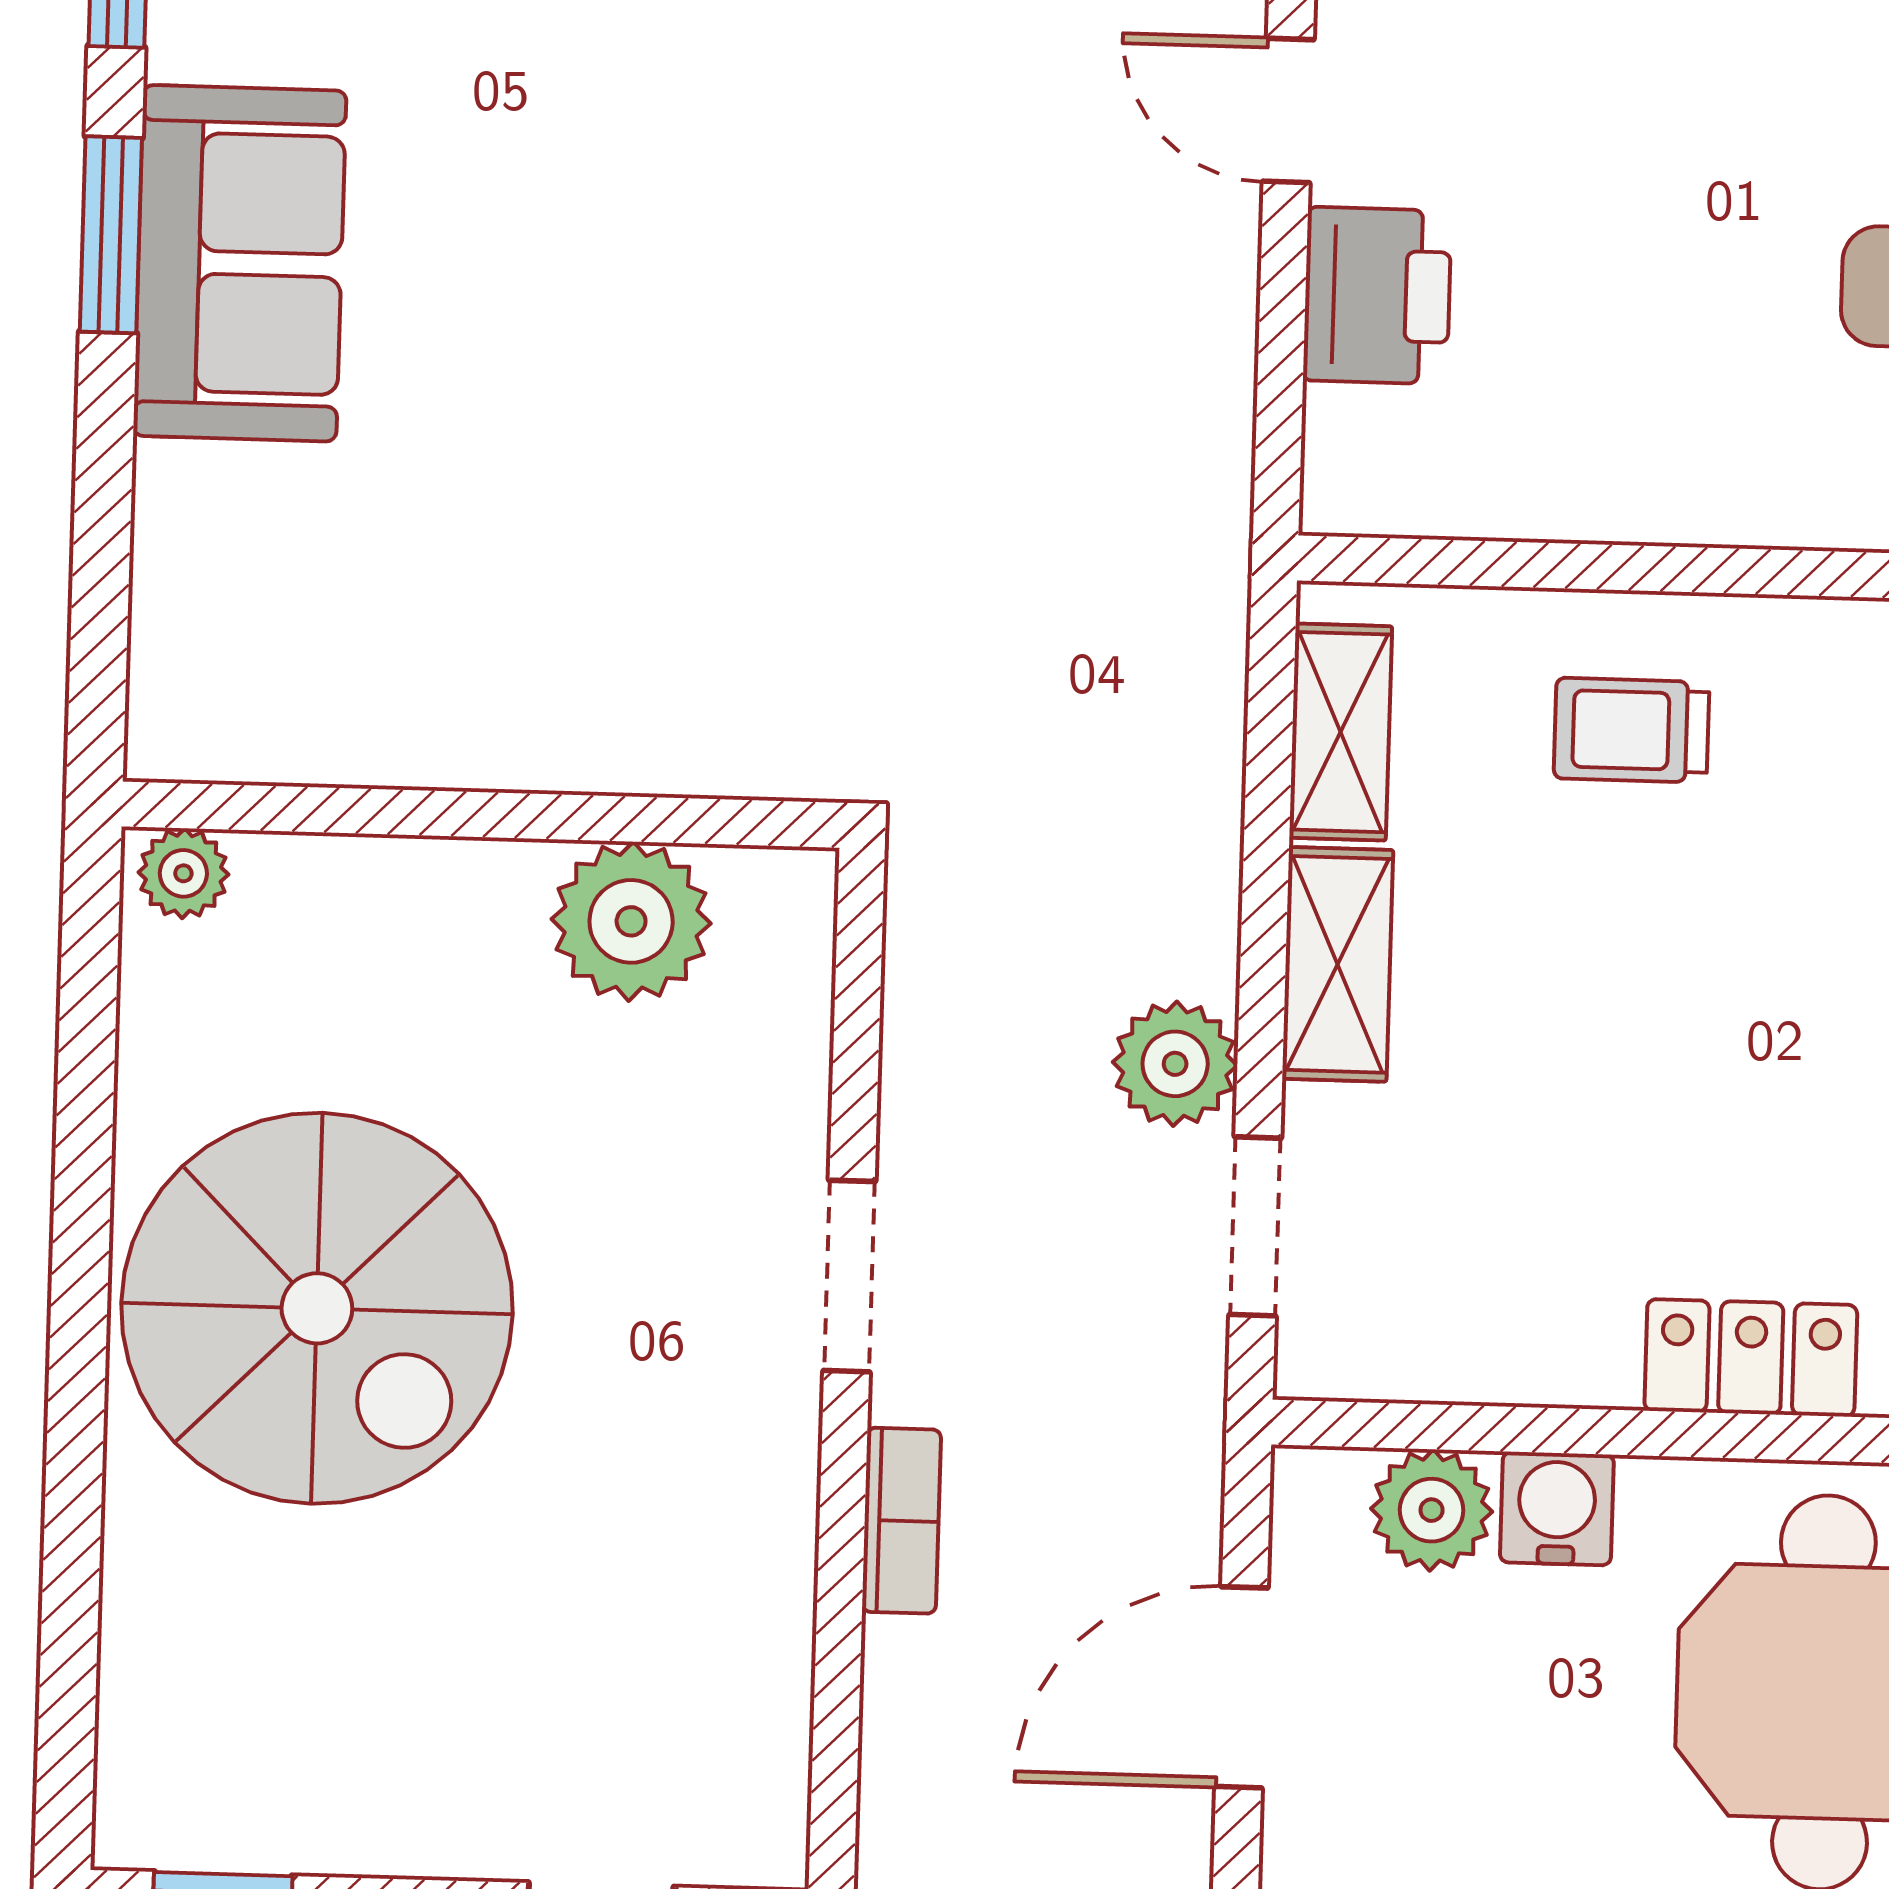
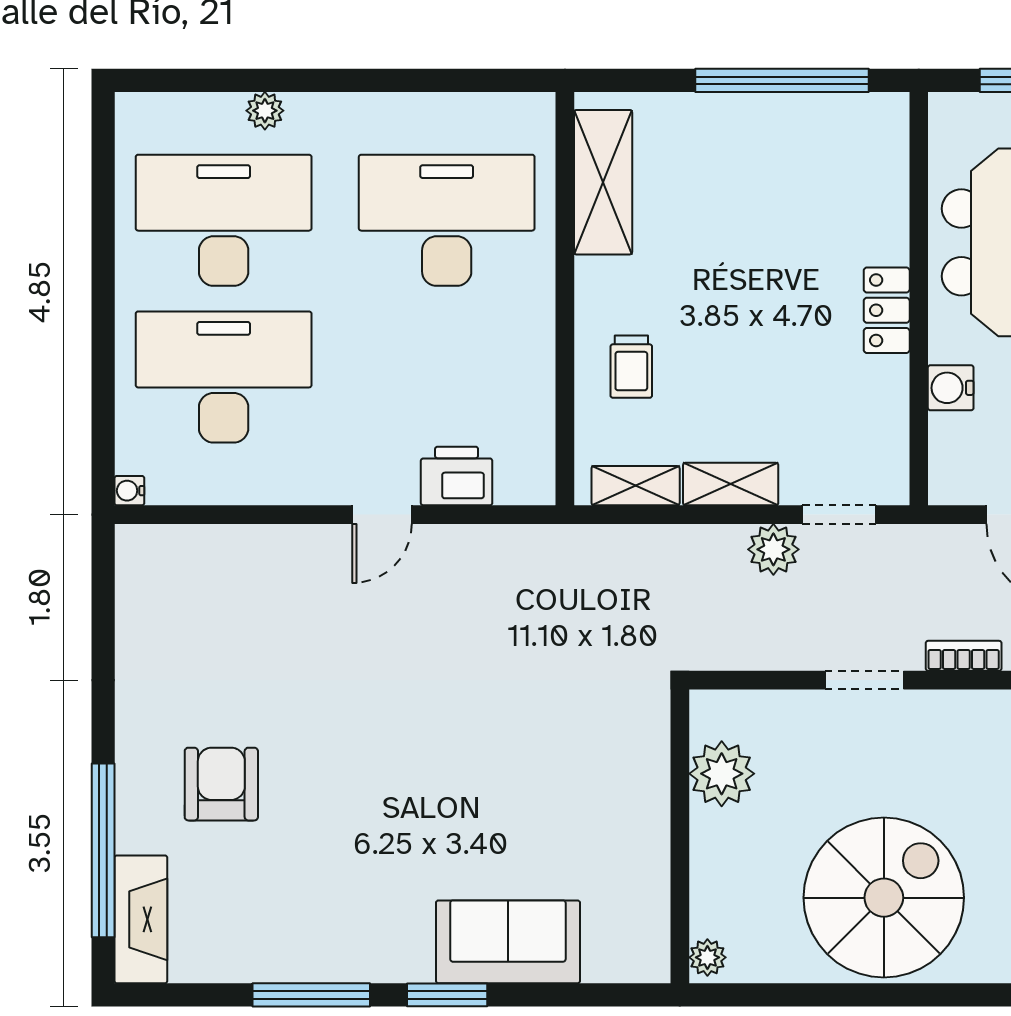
sofa: (240, 263) -> (508, 942), moved
plant: (1432, 1510) -> (953, 439), removed

